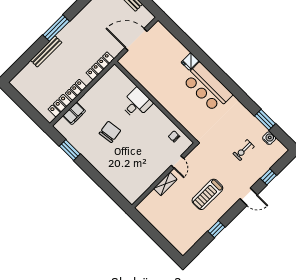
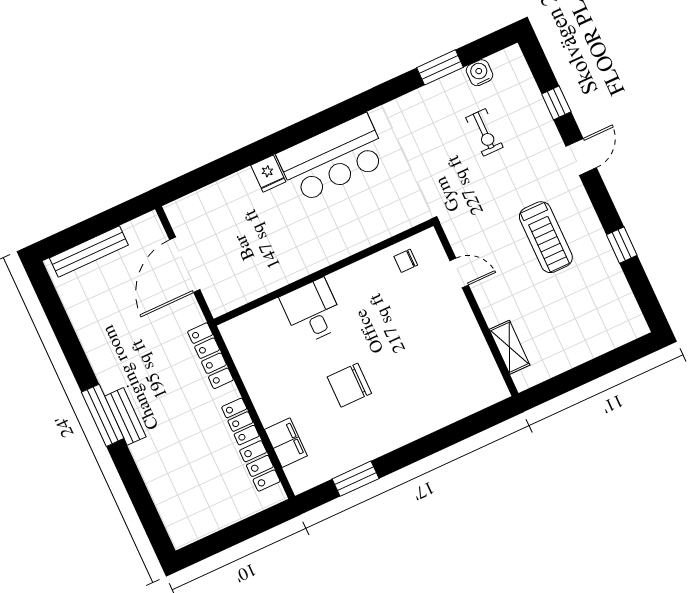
bench: (46, 51) -> (125, 416), moved, width x0.73
chair: (110, 132) -> (349, 385), turned -82
shelving: (165, 184) -> (509, 347), moved

